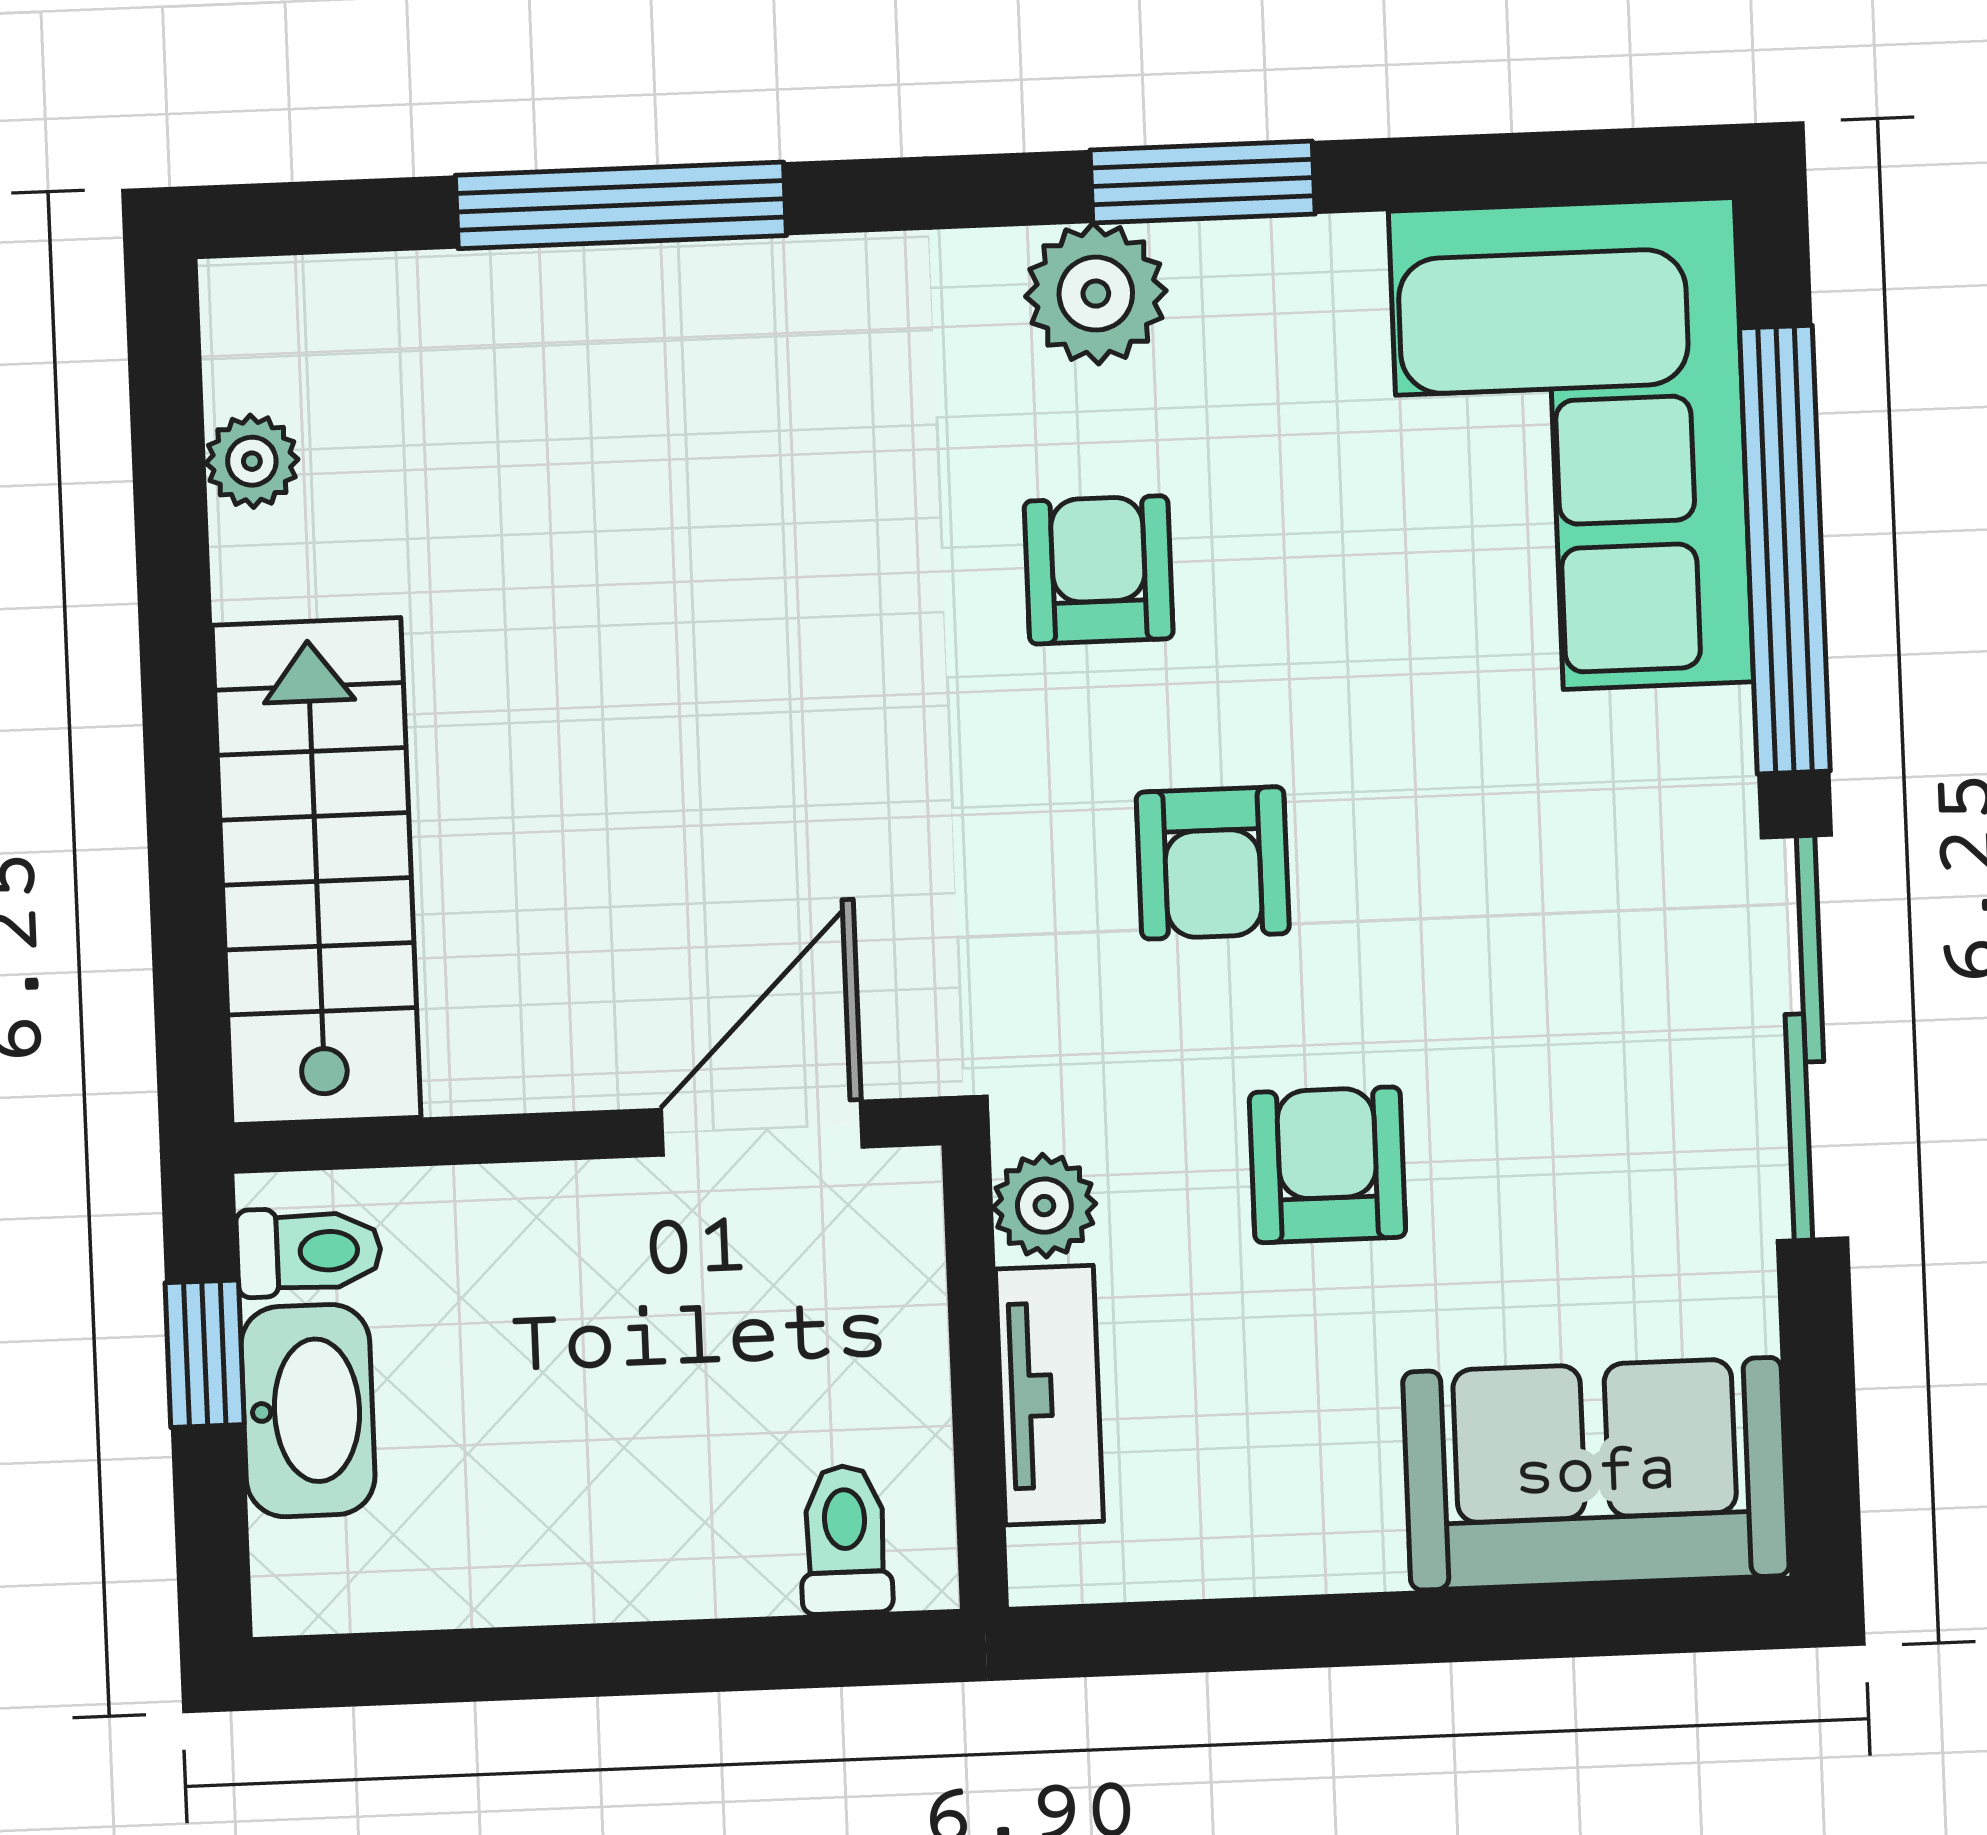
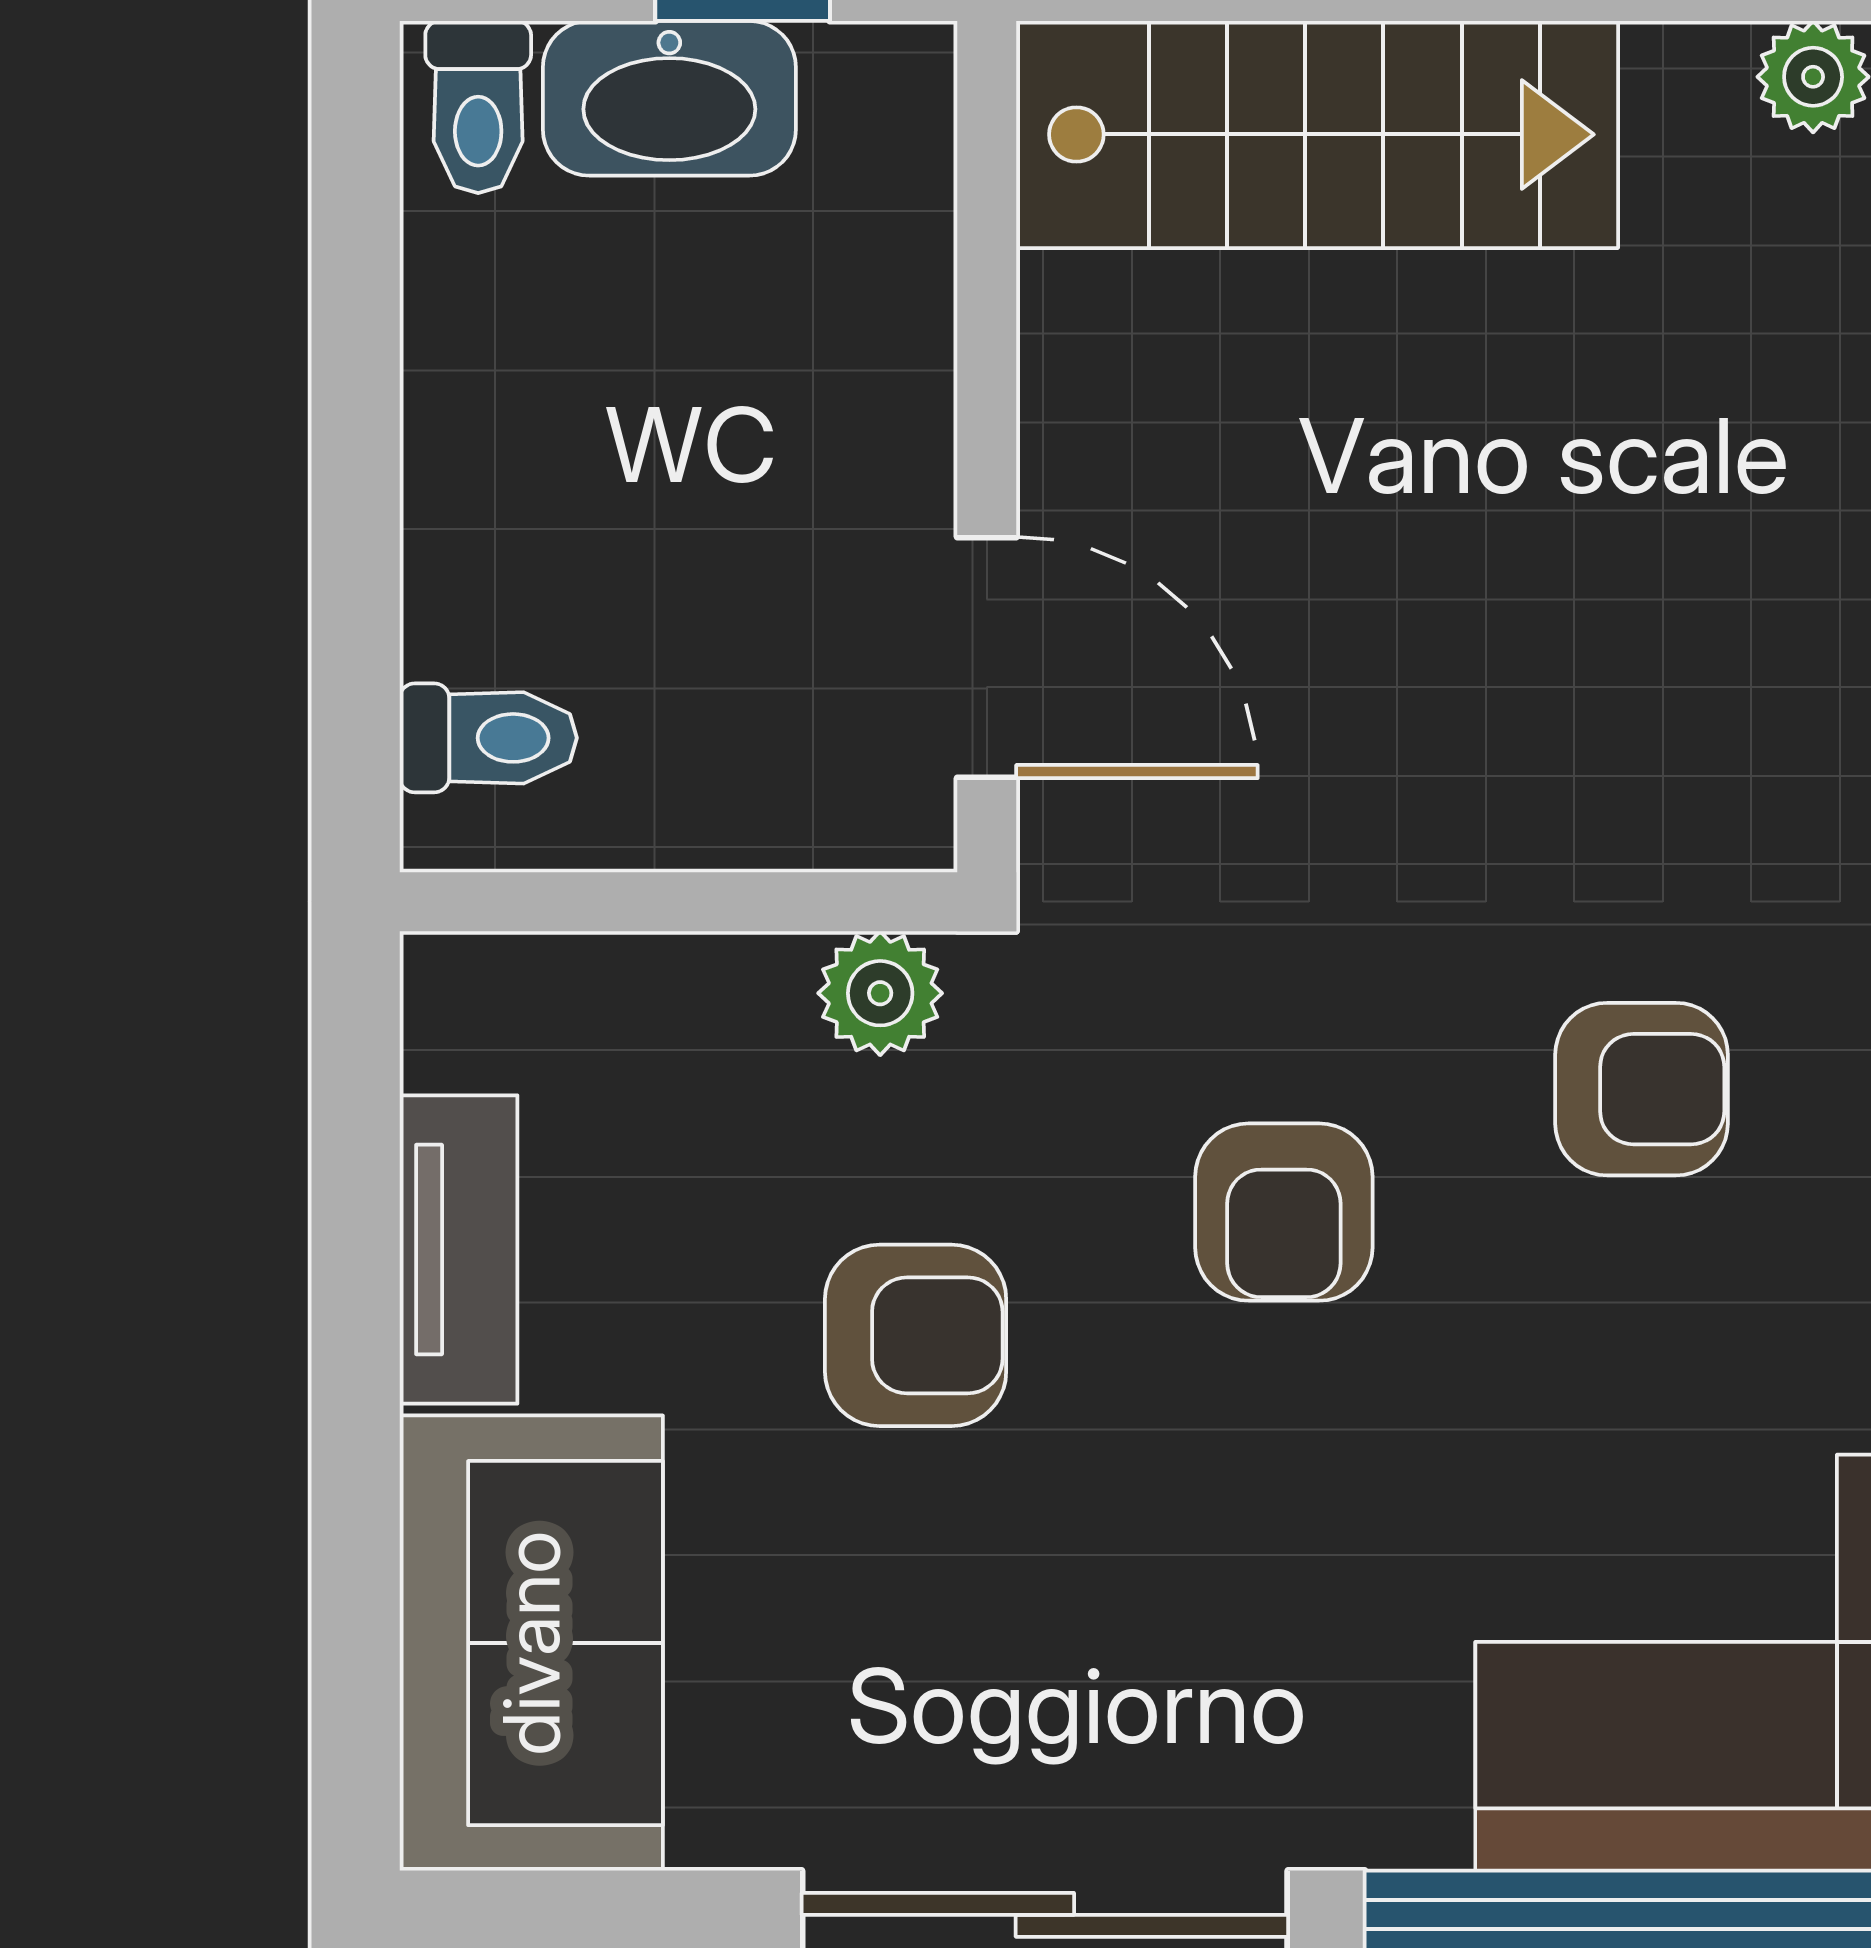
armchair: (1213, 863) -> (1284, 1212), turned -90
toilet: (309, 1252) -> (478, 107), moved
tv unit: (1049, 1395) -> (459, 1249), moved, turned -90

